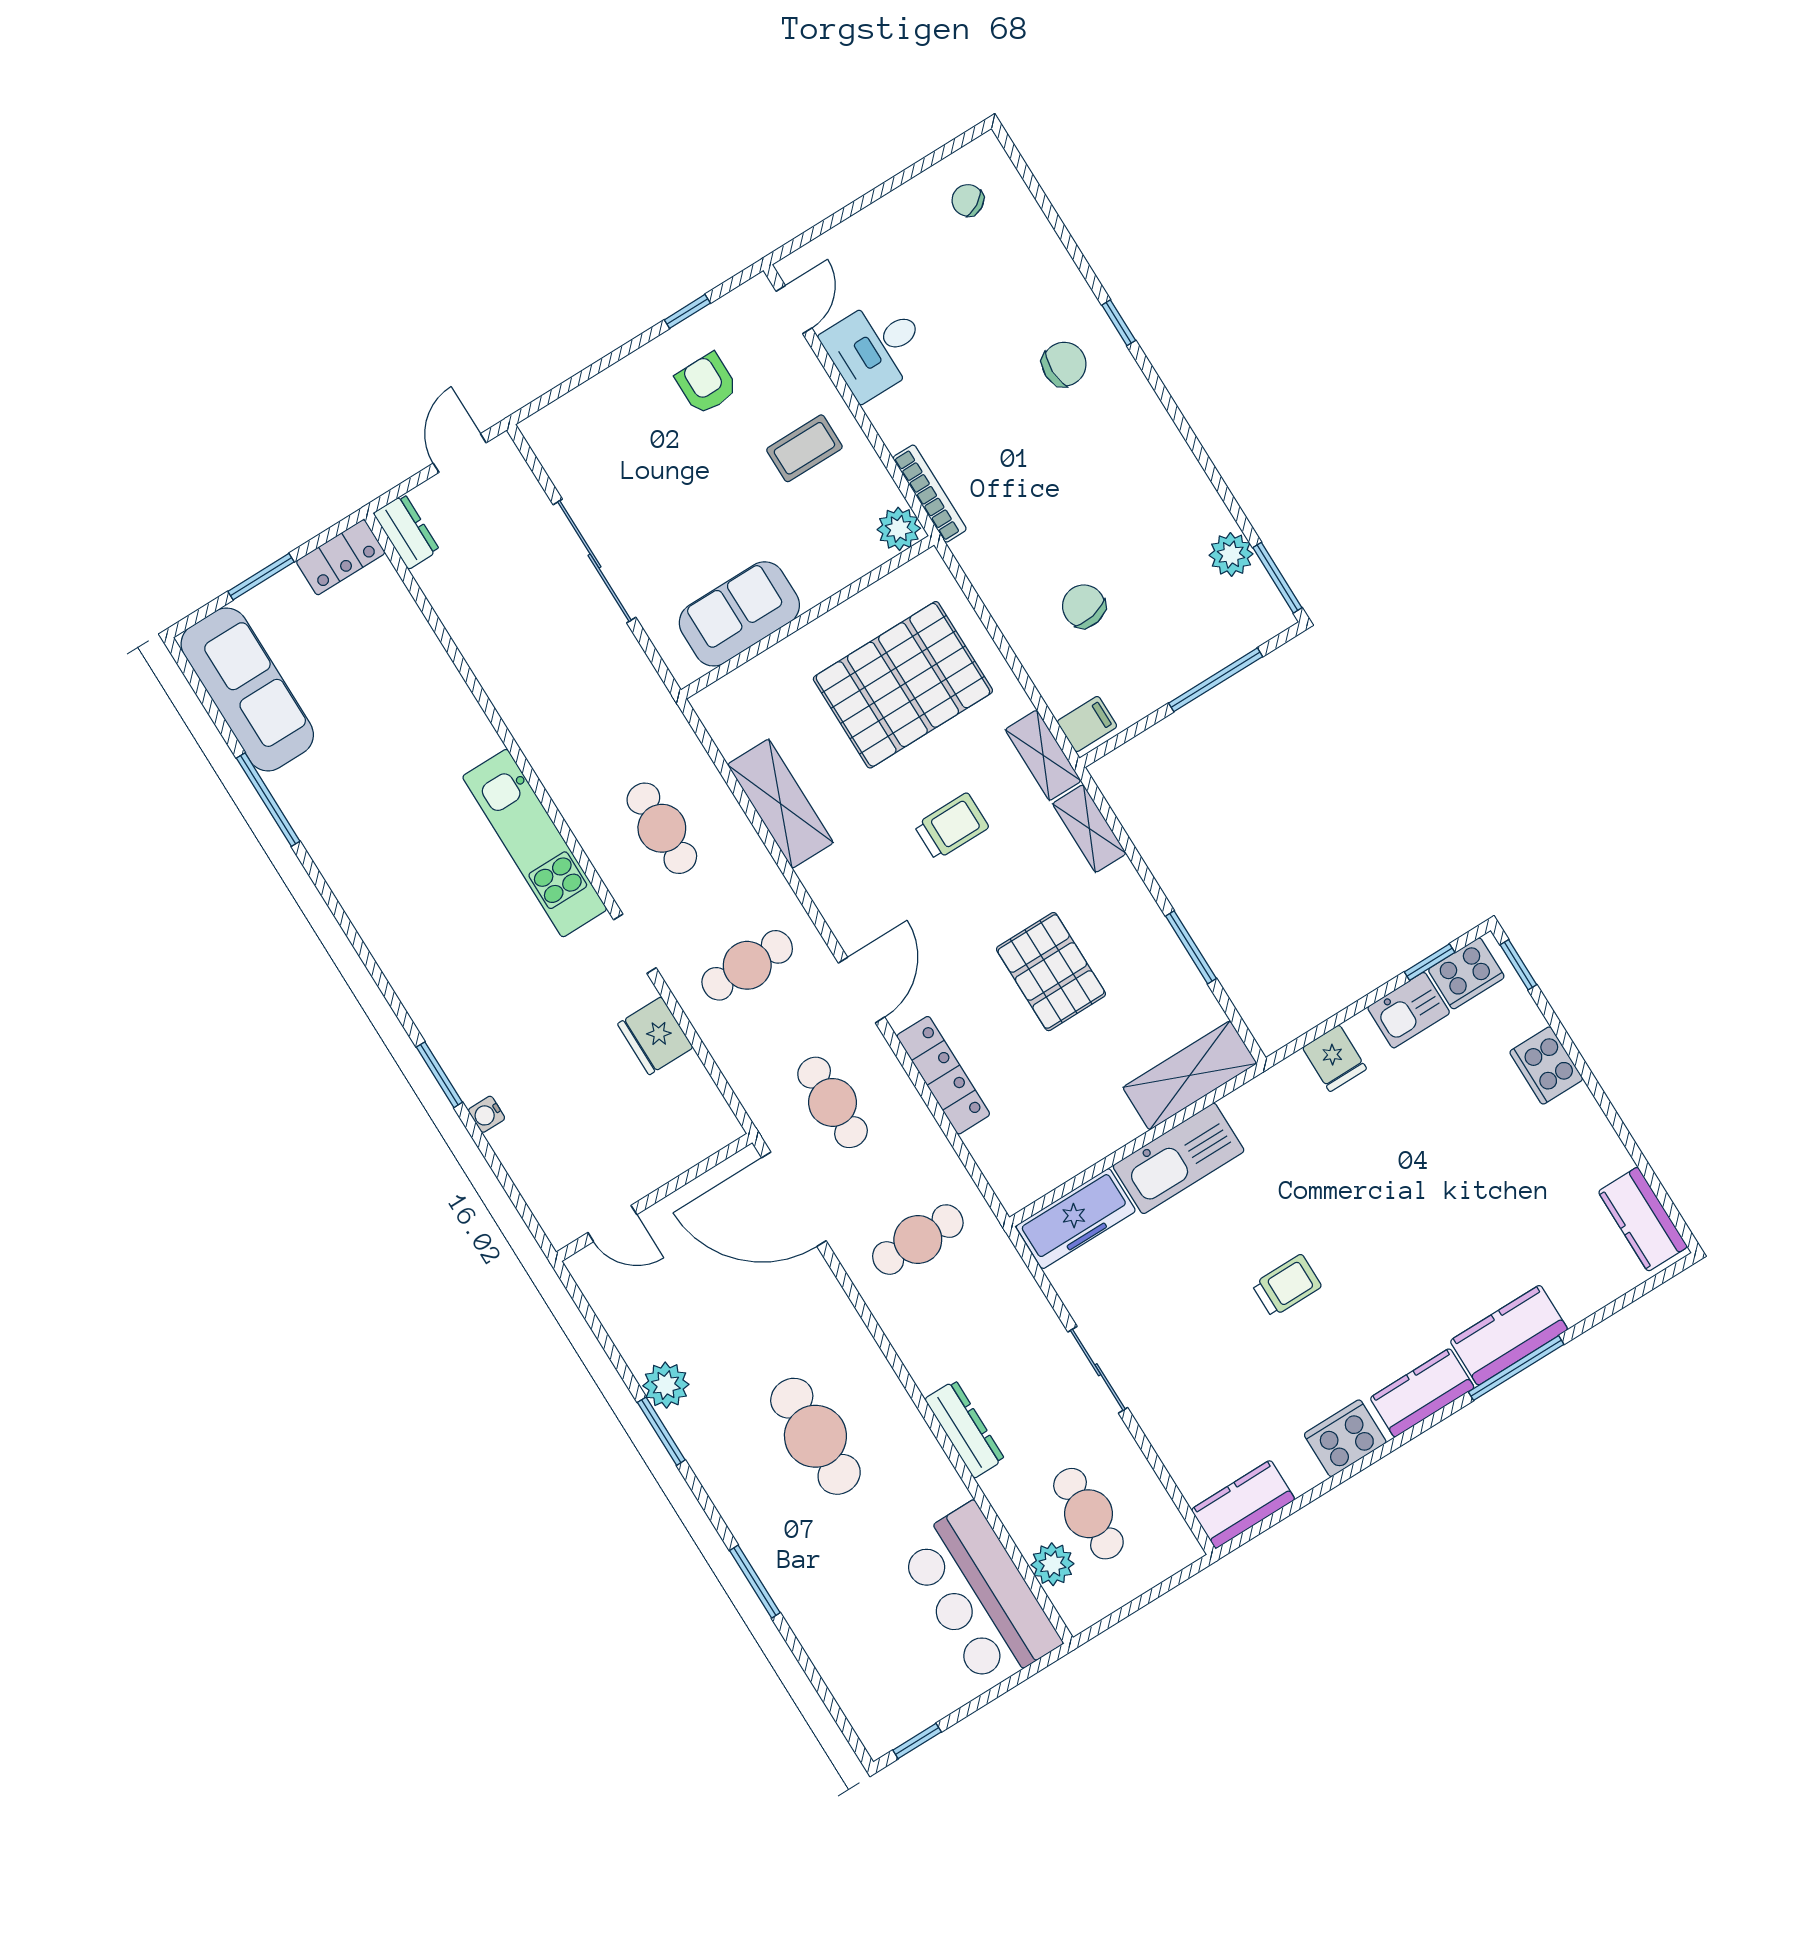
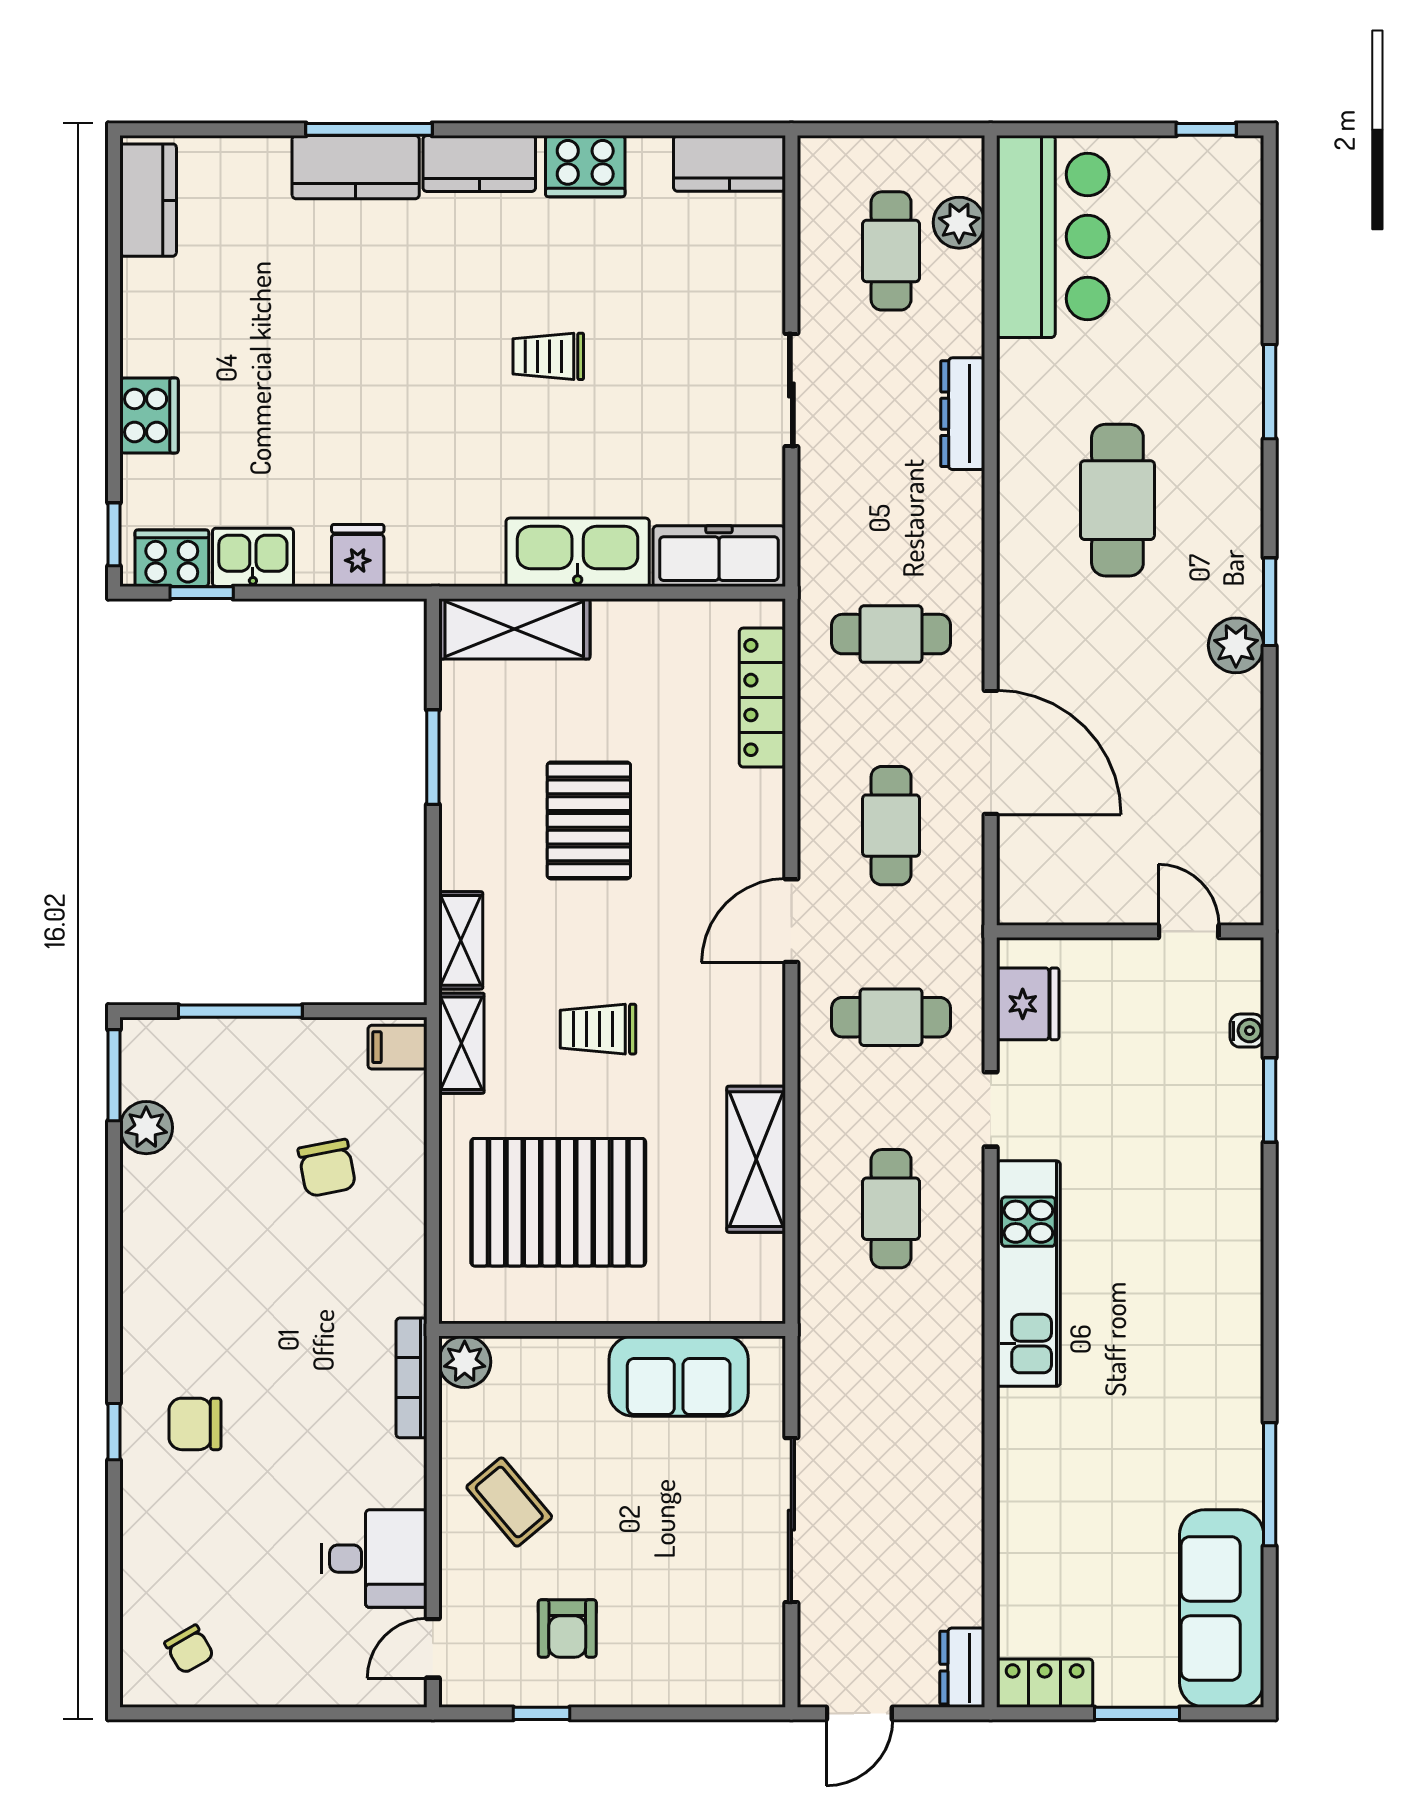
coffee table: (804, 448) -> (509, 1502), turned 50
locker: (943, 1075) -> (762, 698), moved
wall: (654, 1197) -> (1130, 931), moved
door: (612, 1224) -> (1189, 931), moved

